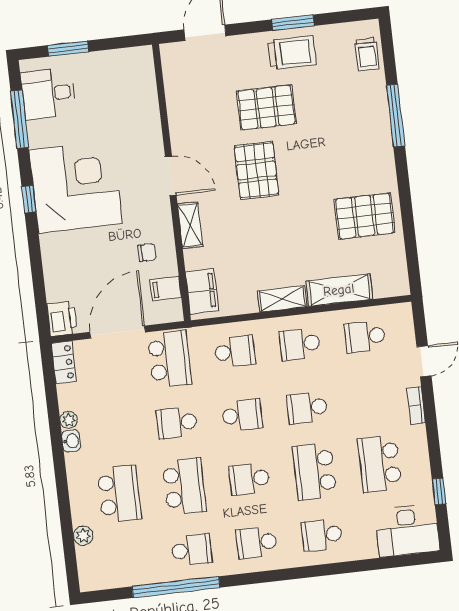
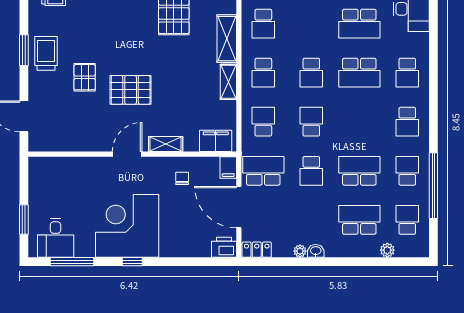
pallet: (266, 108) -> (85, 77), width x0.67, depth x0.71
filing cabinet: (166, 289) -> (228, 168), moved
school desk: (249, 479) -> (407, 220), moved, turned 180

